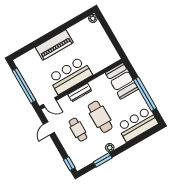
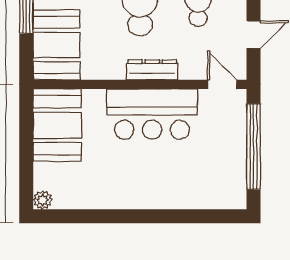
piano: (54, 45) -> (148, 192), removed
booth: (104, 50) -> (57, 125), added

